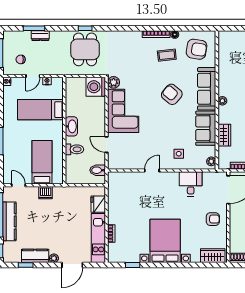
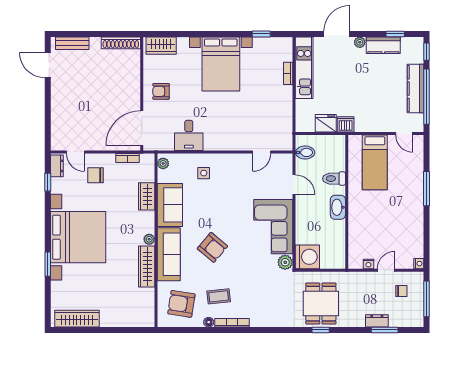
wardrobe: (224, 79) -> (147, 266), added
bed: (40, 110) -> (377, 228), removed
door: (152, 171) -> (262, 152), moved
dishwasher: (46, 193) -> (346, 124), moved
fridge: (98, 204) -> (326, 123), moved, turned -90

